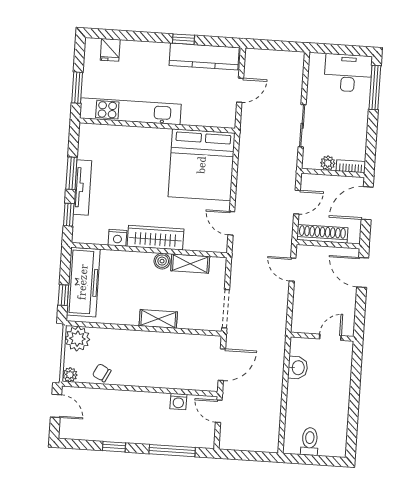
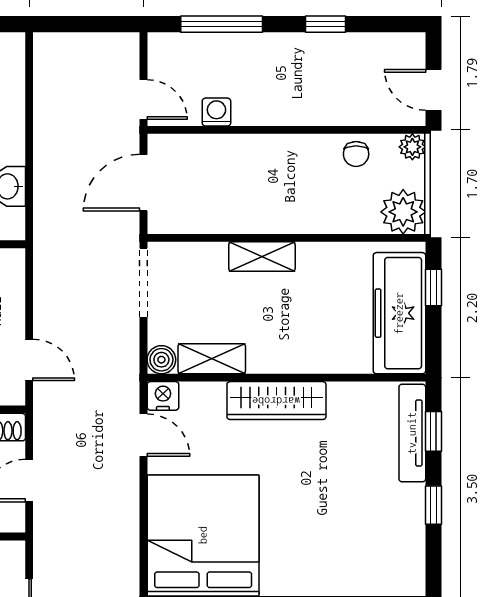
window: (71, 173) -> (433, 505), width x0.67
tv unit: (82, 187) -> (412, 433), moved
nightstand: (117, 238) -> (163, 396), moved
boiler: (162, 261) -> (161, 360), moved
chair: (102, 373) -> (356, 154), turned 63

